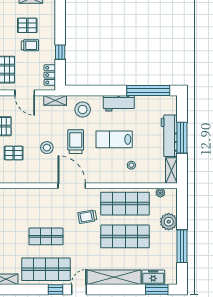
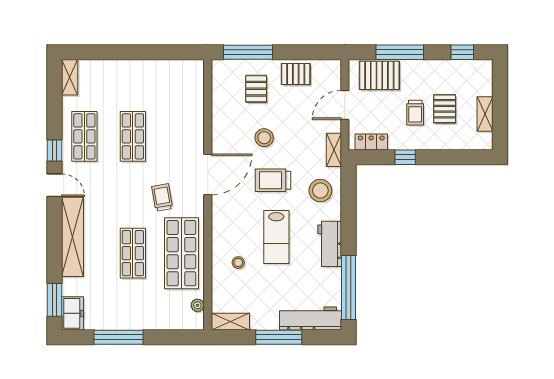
workbench: (169, 136) -> (310, 319), moved
lab bench: (114, 139) -> (276, 237), turned 180
trolley: (76, 142) -> (273, 180), turned 180
plant: (169, 222) -> (155, 318), removed
shop shelf: (125, 236) -> (133, 253), width x0.70, depth x0.74
shop shelf: (46, 269) -> (84, 136), width x0.70, depth x0.74
freezer: (153, 277) -> (73, 313), moved

